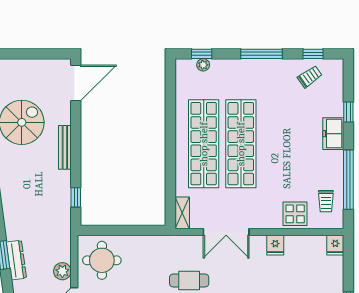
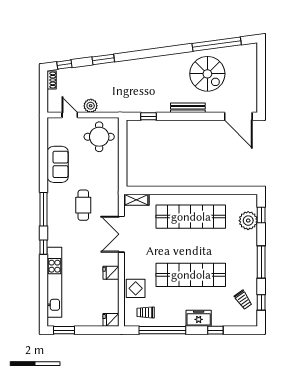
plant: (203, 65) -> (248, 221), width x1.88, depth x1.88
shop shelf: (241, 144) -> (191, 275), moved
dresser: (16, 260) -> (99, 70), removed

